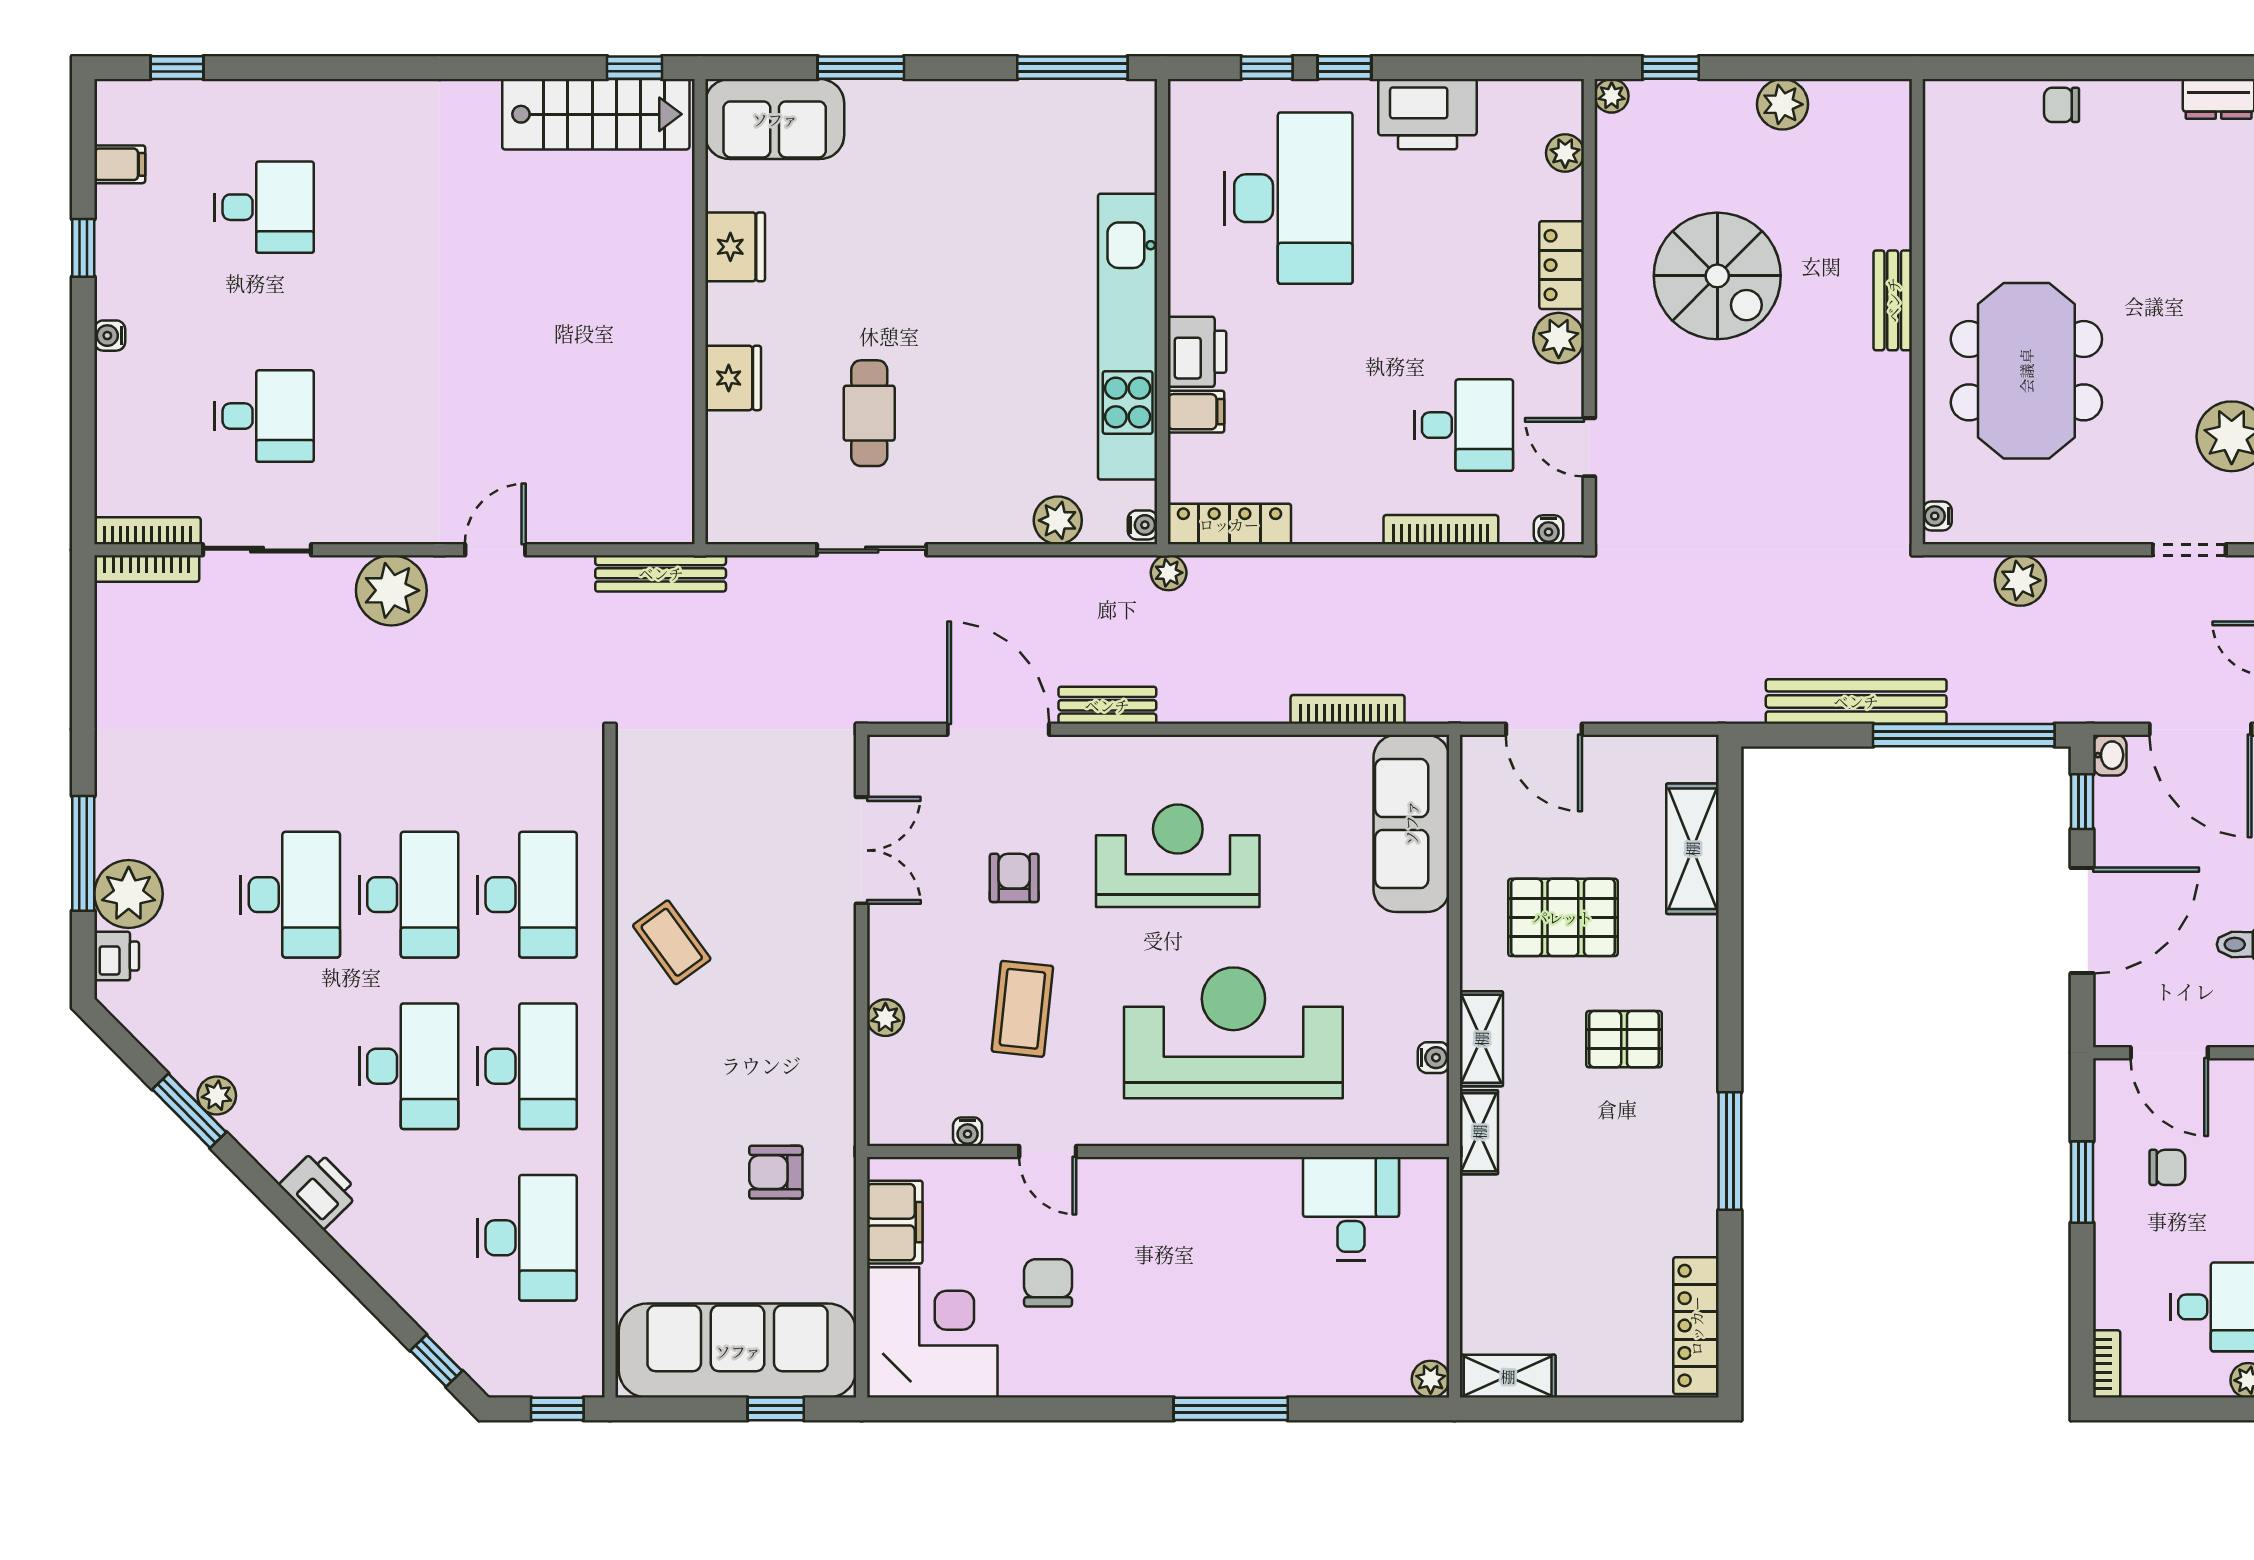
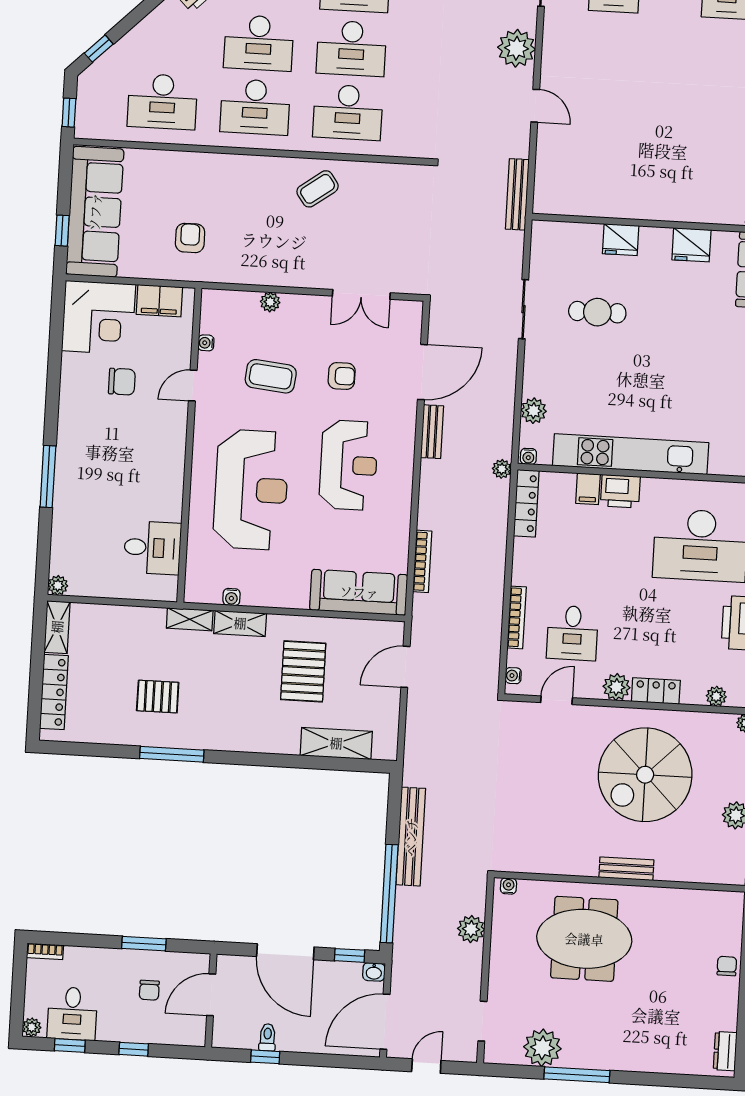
spiral stairs: (1717, 276) -> (645, 775), width x1.37, depth x1.37
pallet: (1624, 1039) -> (158, 697), moved, turned 90
locker: (1696, 1326) -> (54, 692), moved, turned 90

